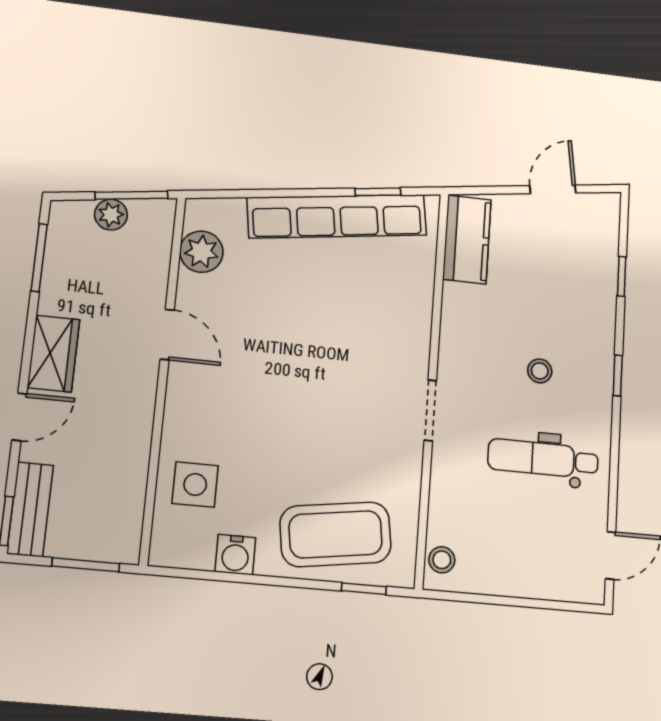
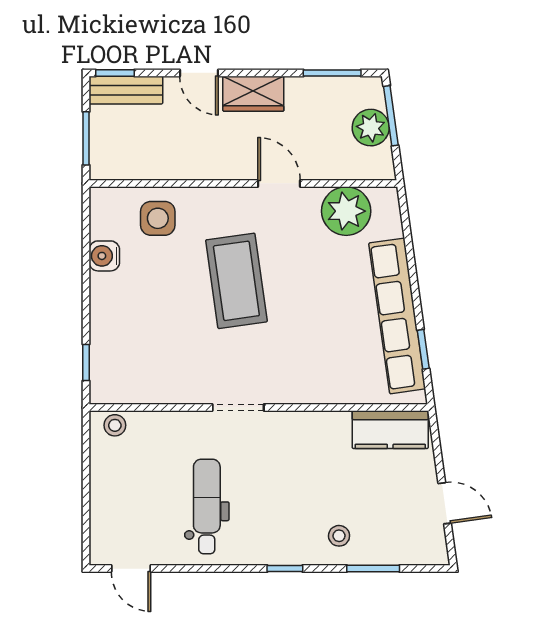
window: (131, 195) -> (391, 116), moved
plant: (111, 215) -> (371, 128), width x1.38, depth x1.38
plant: (201, 252) -> (346, 211), width x1.36, depth x1.36
window: (622, 276) -> (373, 569), width x1.50
door: (167, 335) -> (279, 183), swing flipped
stool: (540, 371) -> (339, 536), moved
coffee table: (336, 534) -> (236, 281), moved

